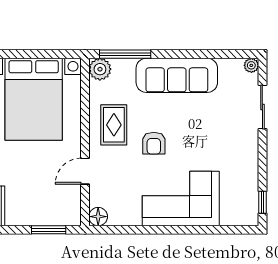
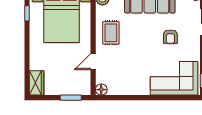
armchair: (154, 143) -> (170, 37), moved
corner sofa: (181, 198) -> (174, 78), moved

